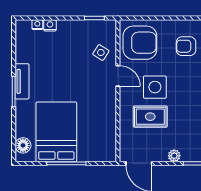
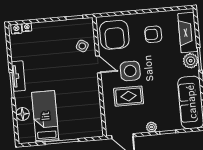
nightstand: (50, 25) -> (16, 29), moved
armchair: (140, 43) -> (114, 35), turned 90
bed: (56, 132) -> (45, 116), width x0.67
floor lamp: (23, 145) -> (22, 114), moved

